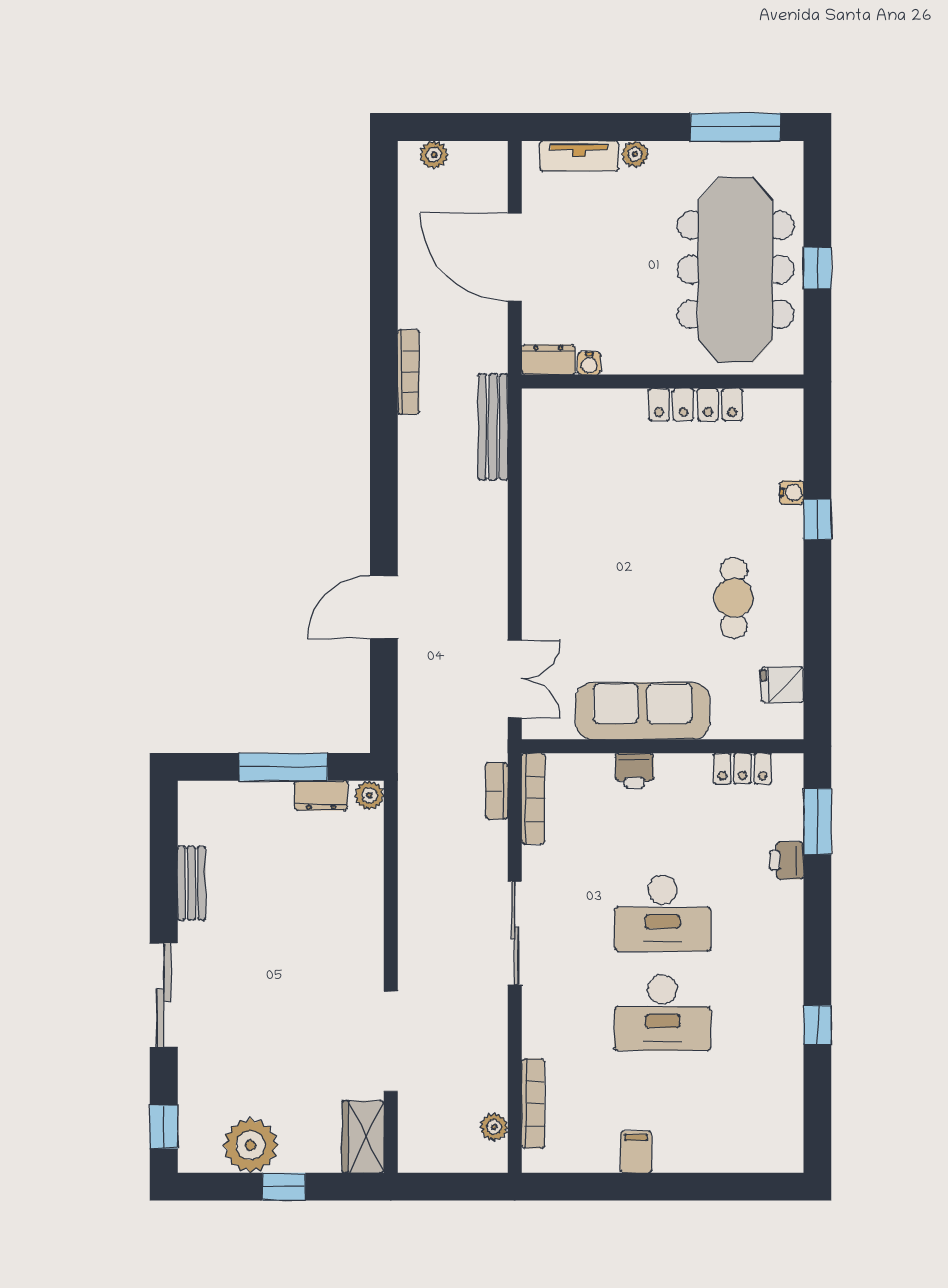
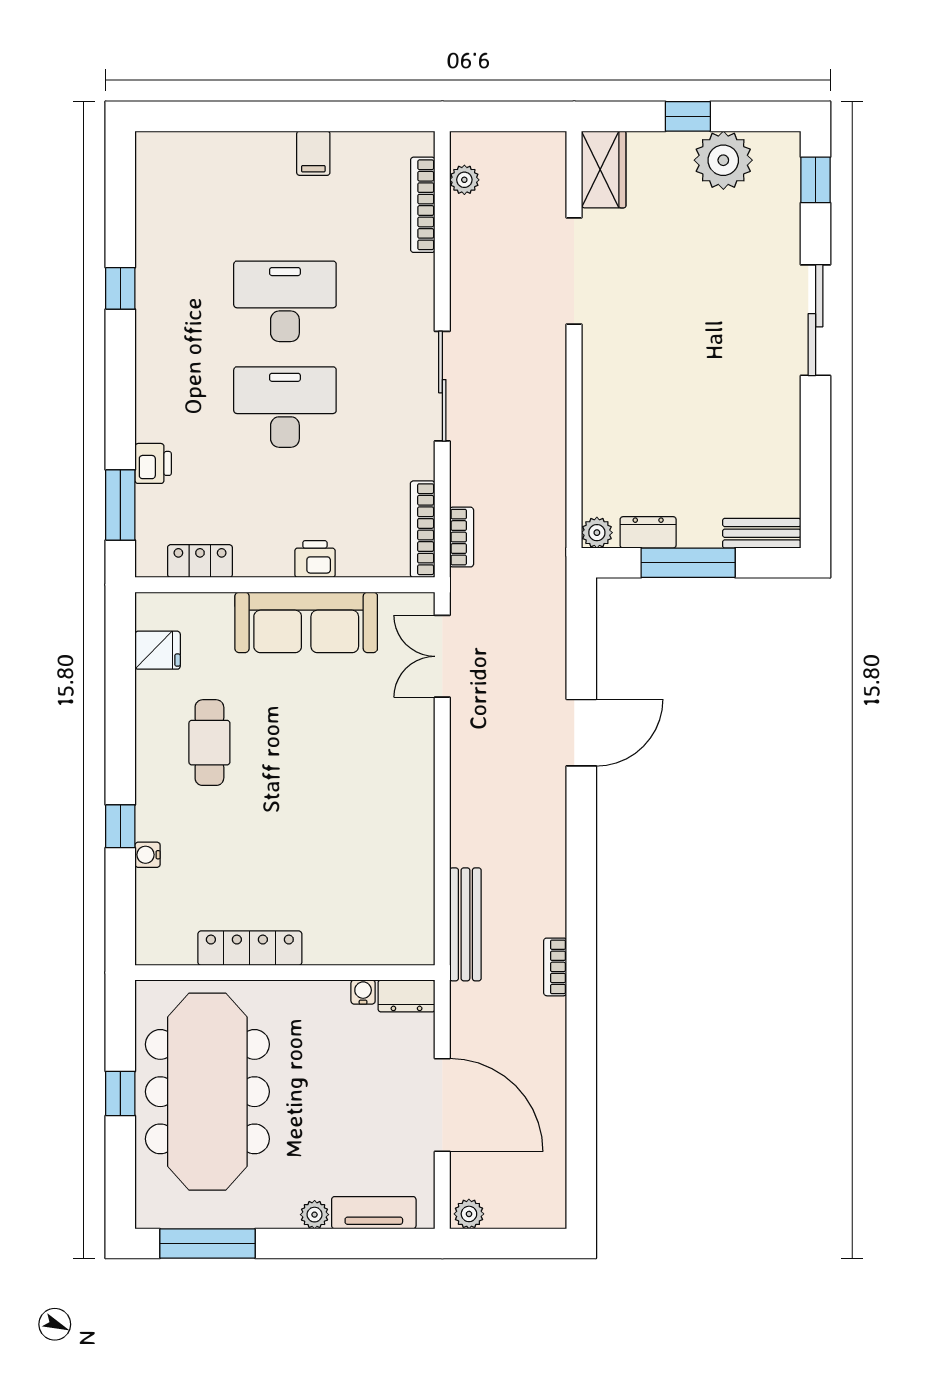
plant: (434, 155) -> (469, 1214), moved
bookcase: (409, 372) -> (555, 967), width x0.64
bench: (192, 883) -> (762, 533), moved, turned 90

